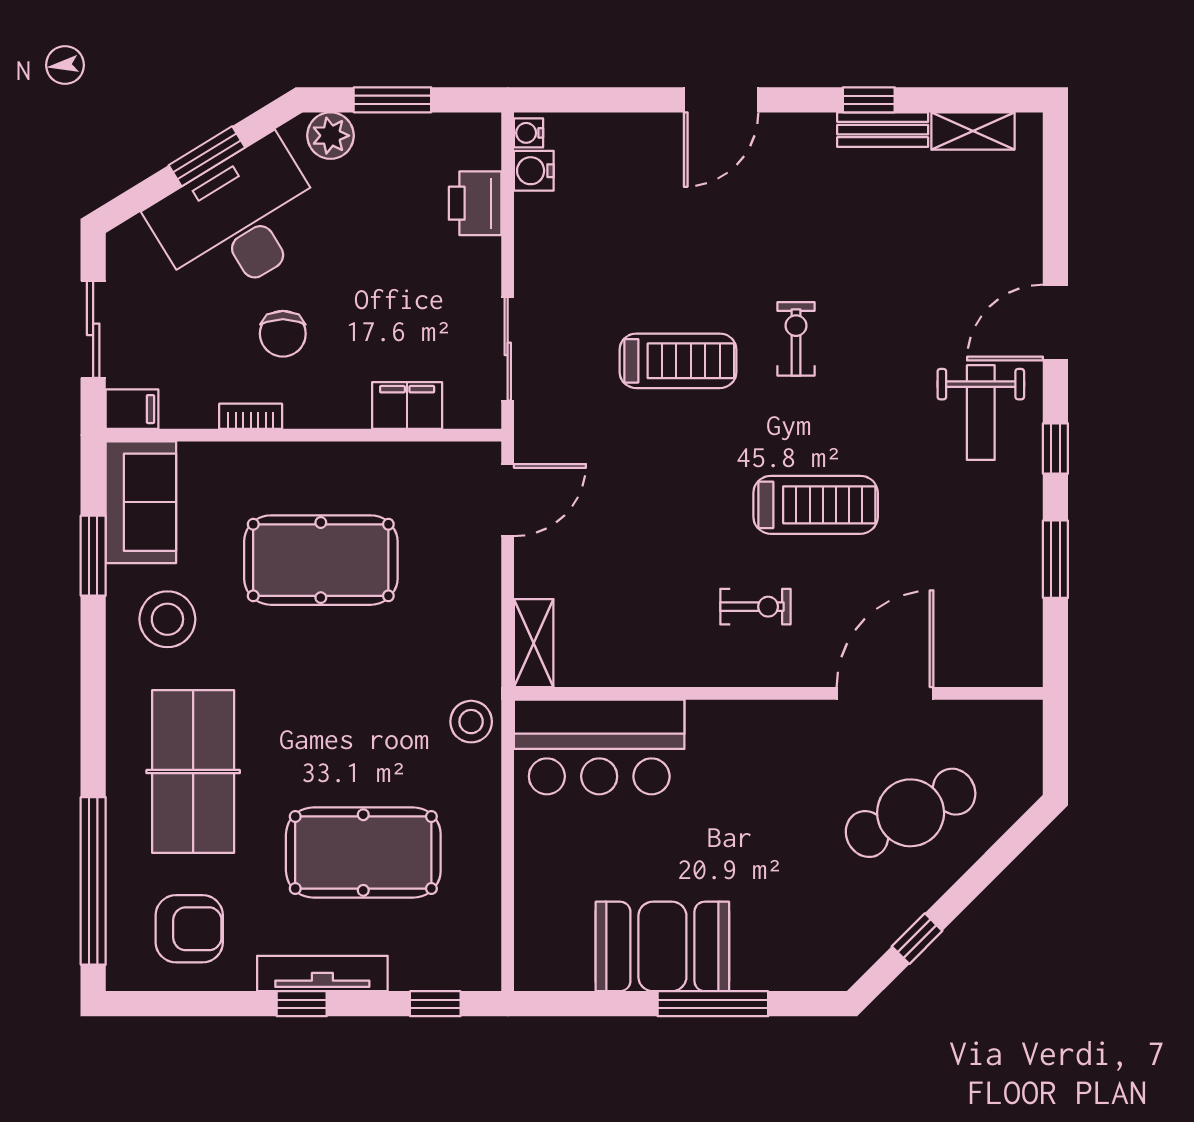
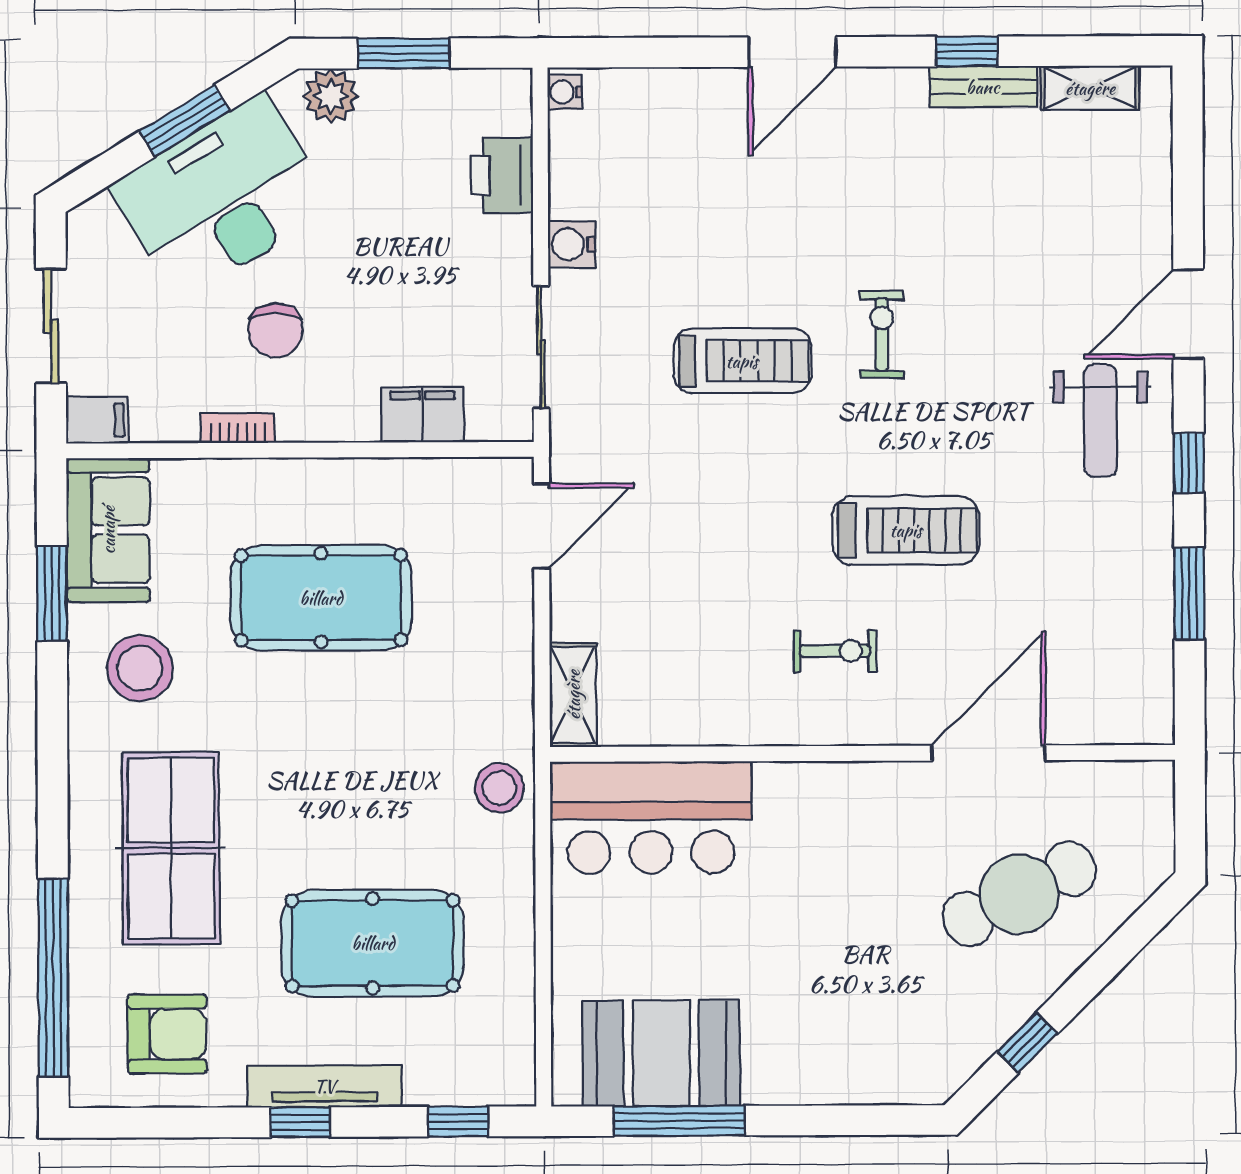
water cooler: (534, 171) -> (572, 244), moved
booth: (662, 946) -> (661, 1053), moved
window: (713, 1004) -> (679, 1121), moved

